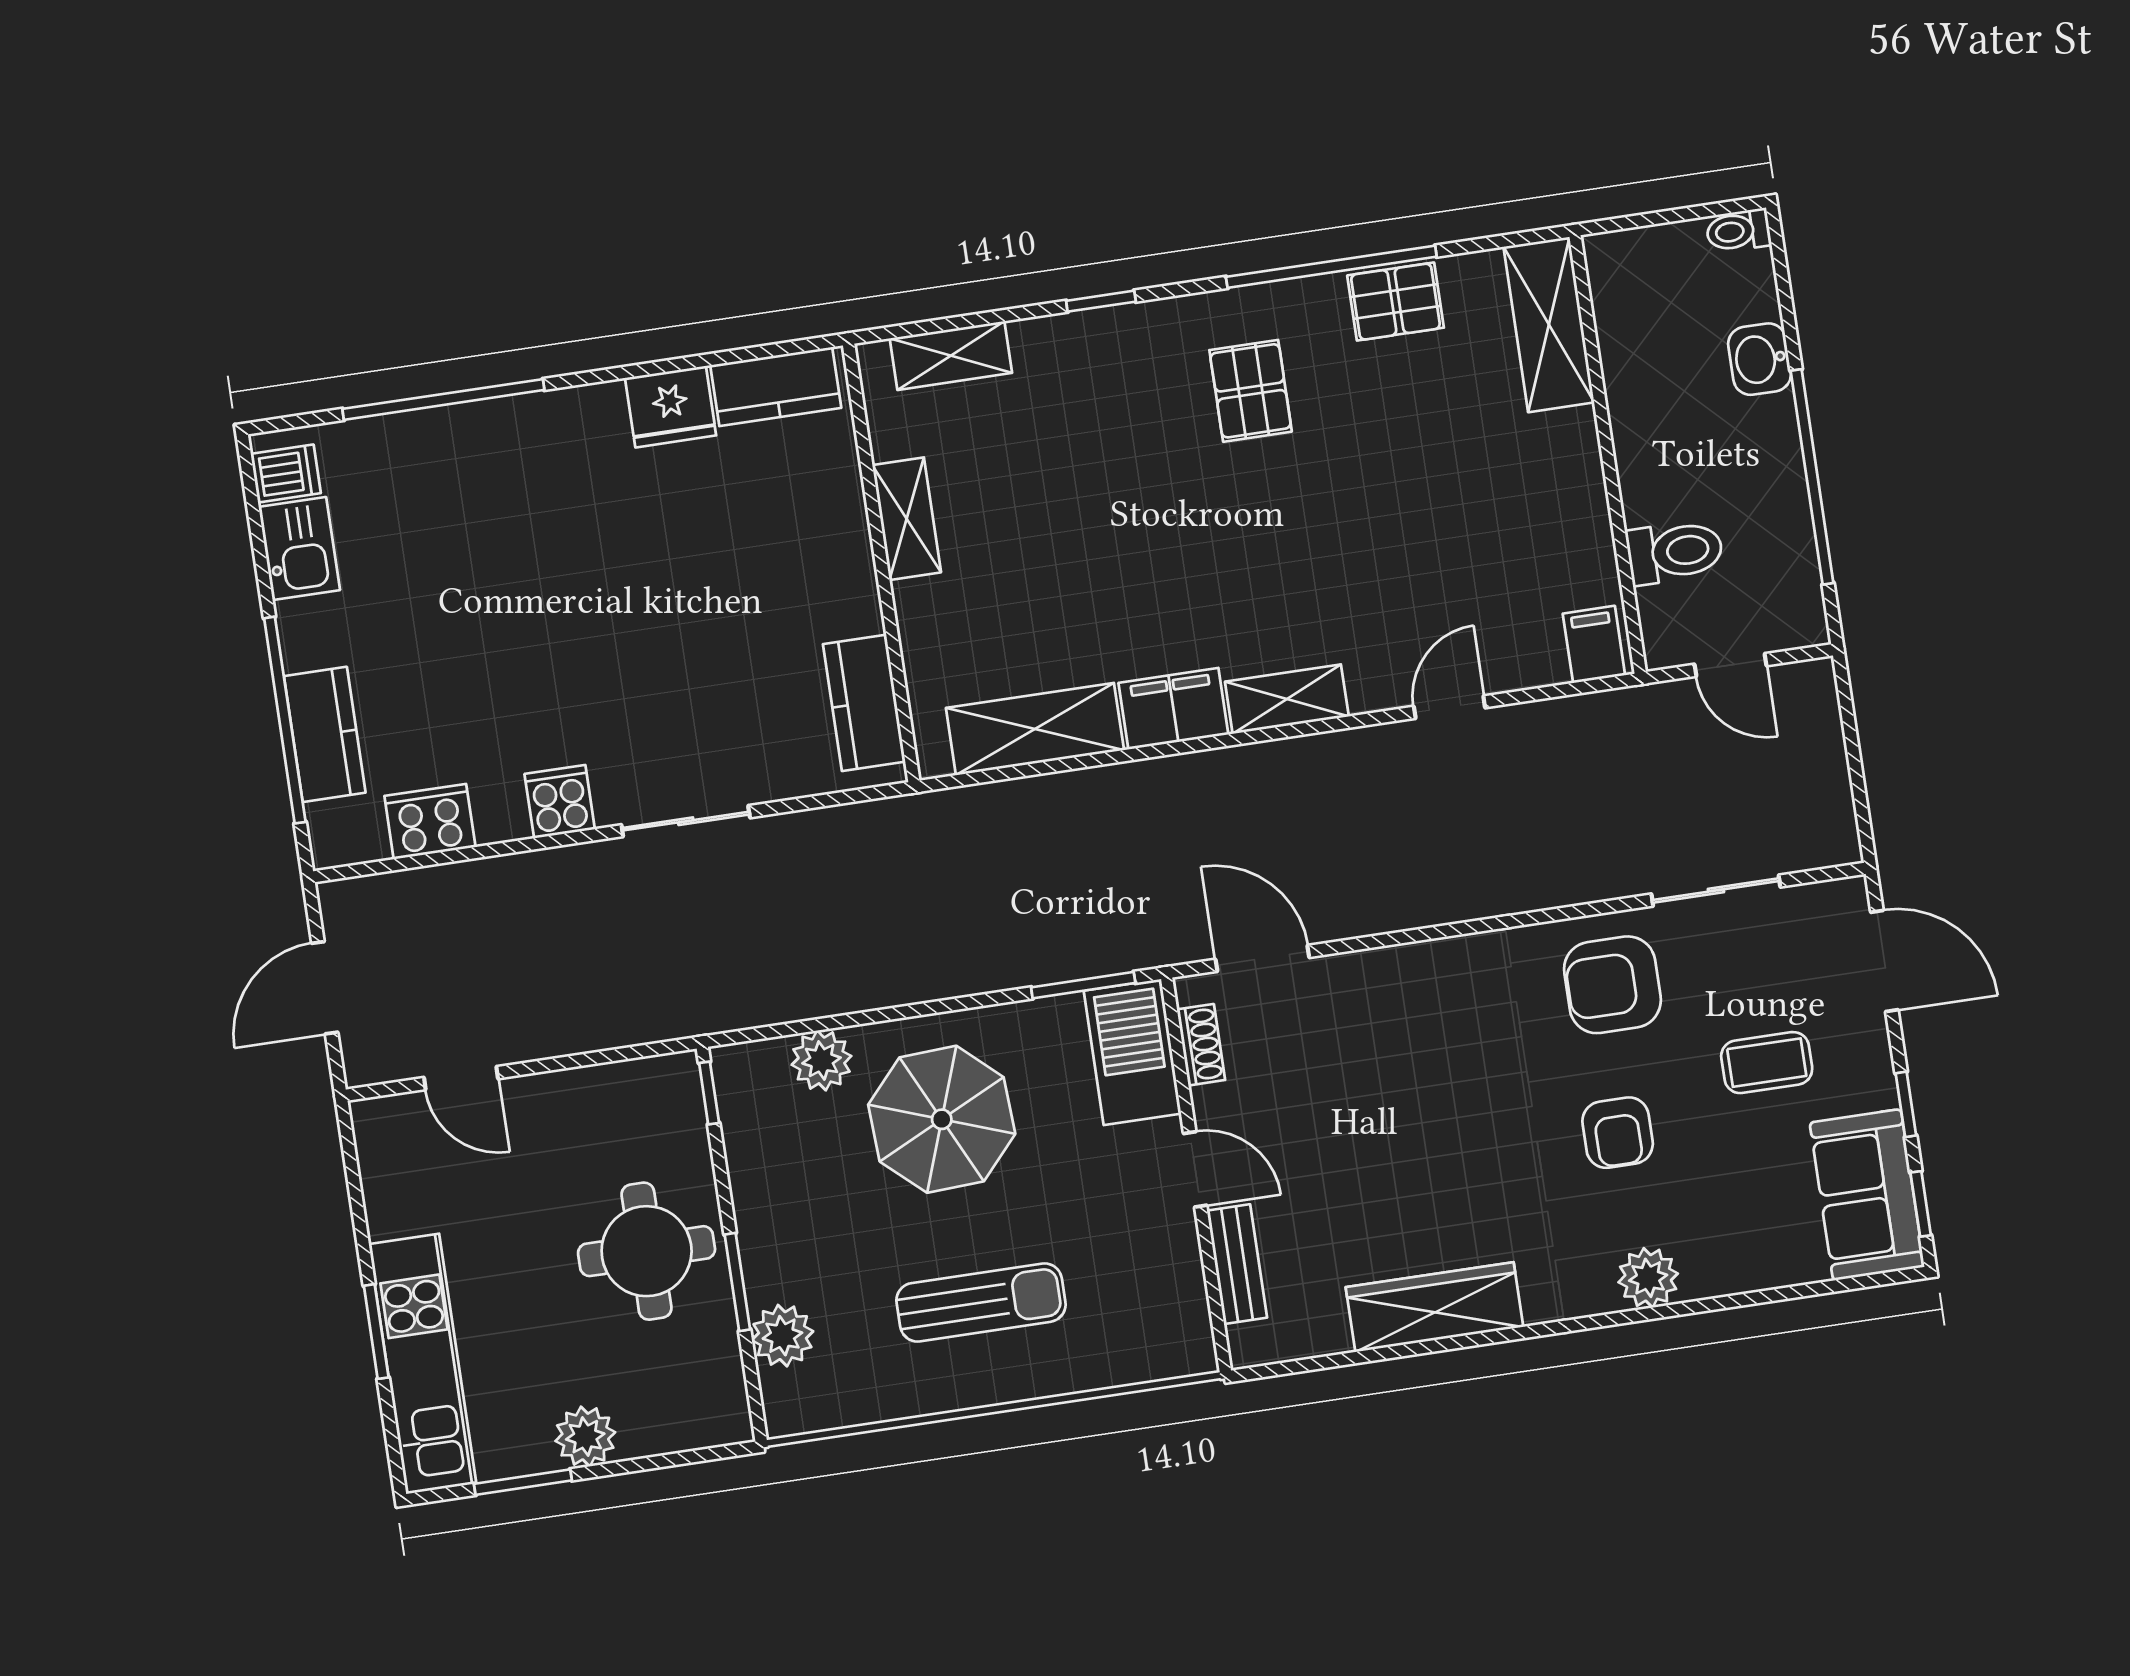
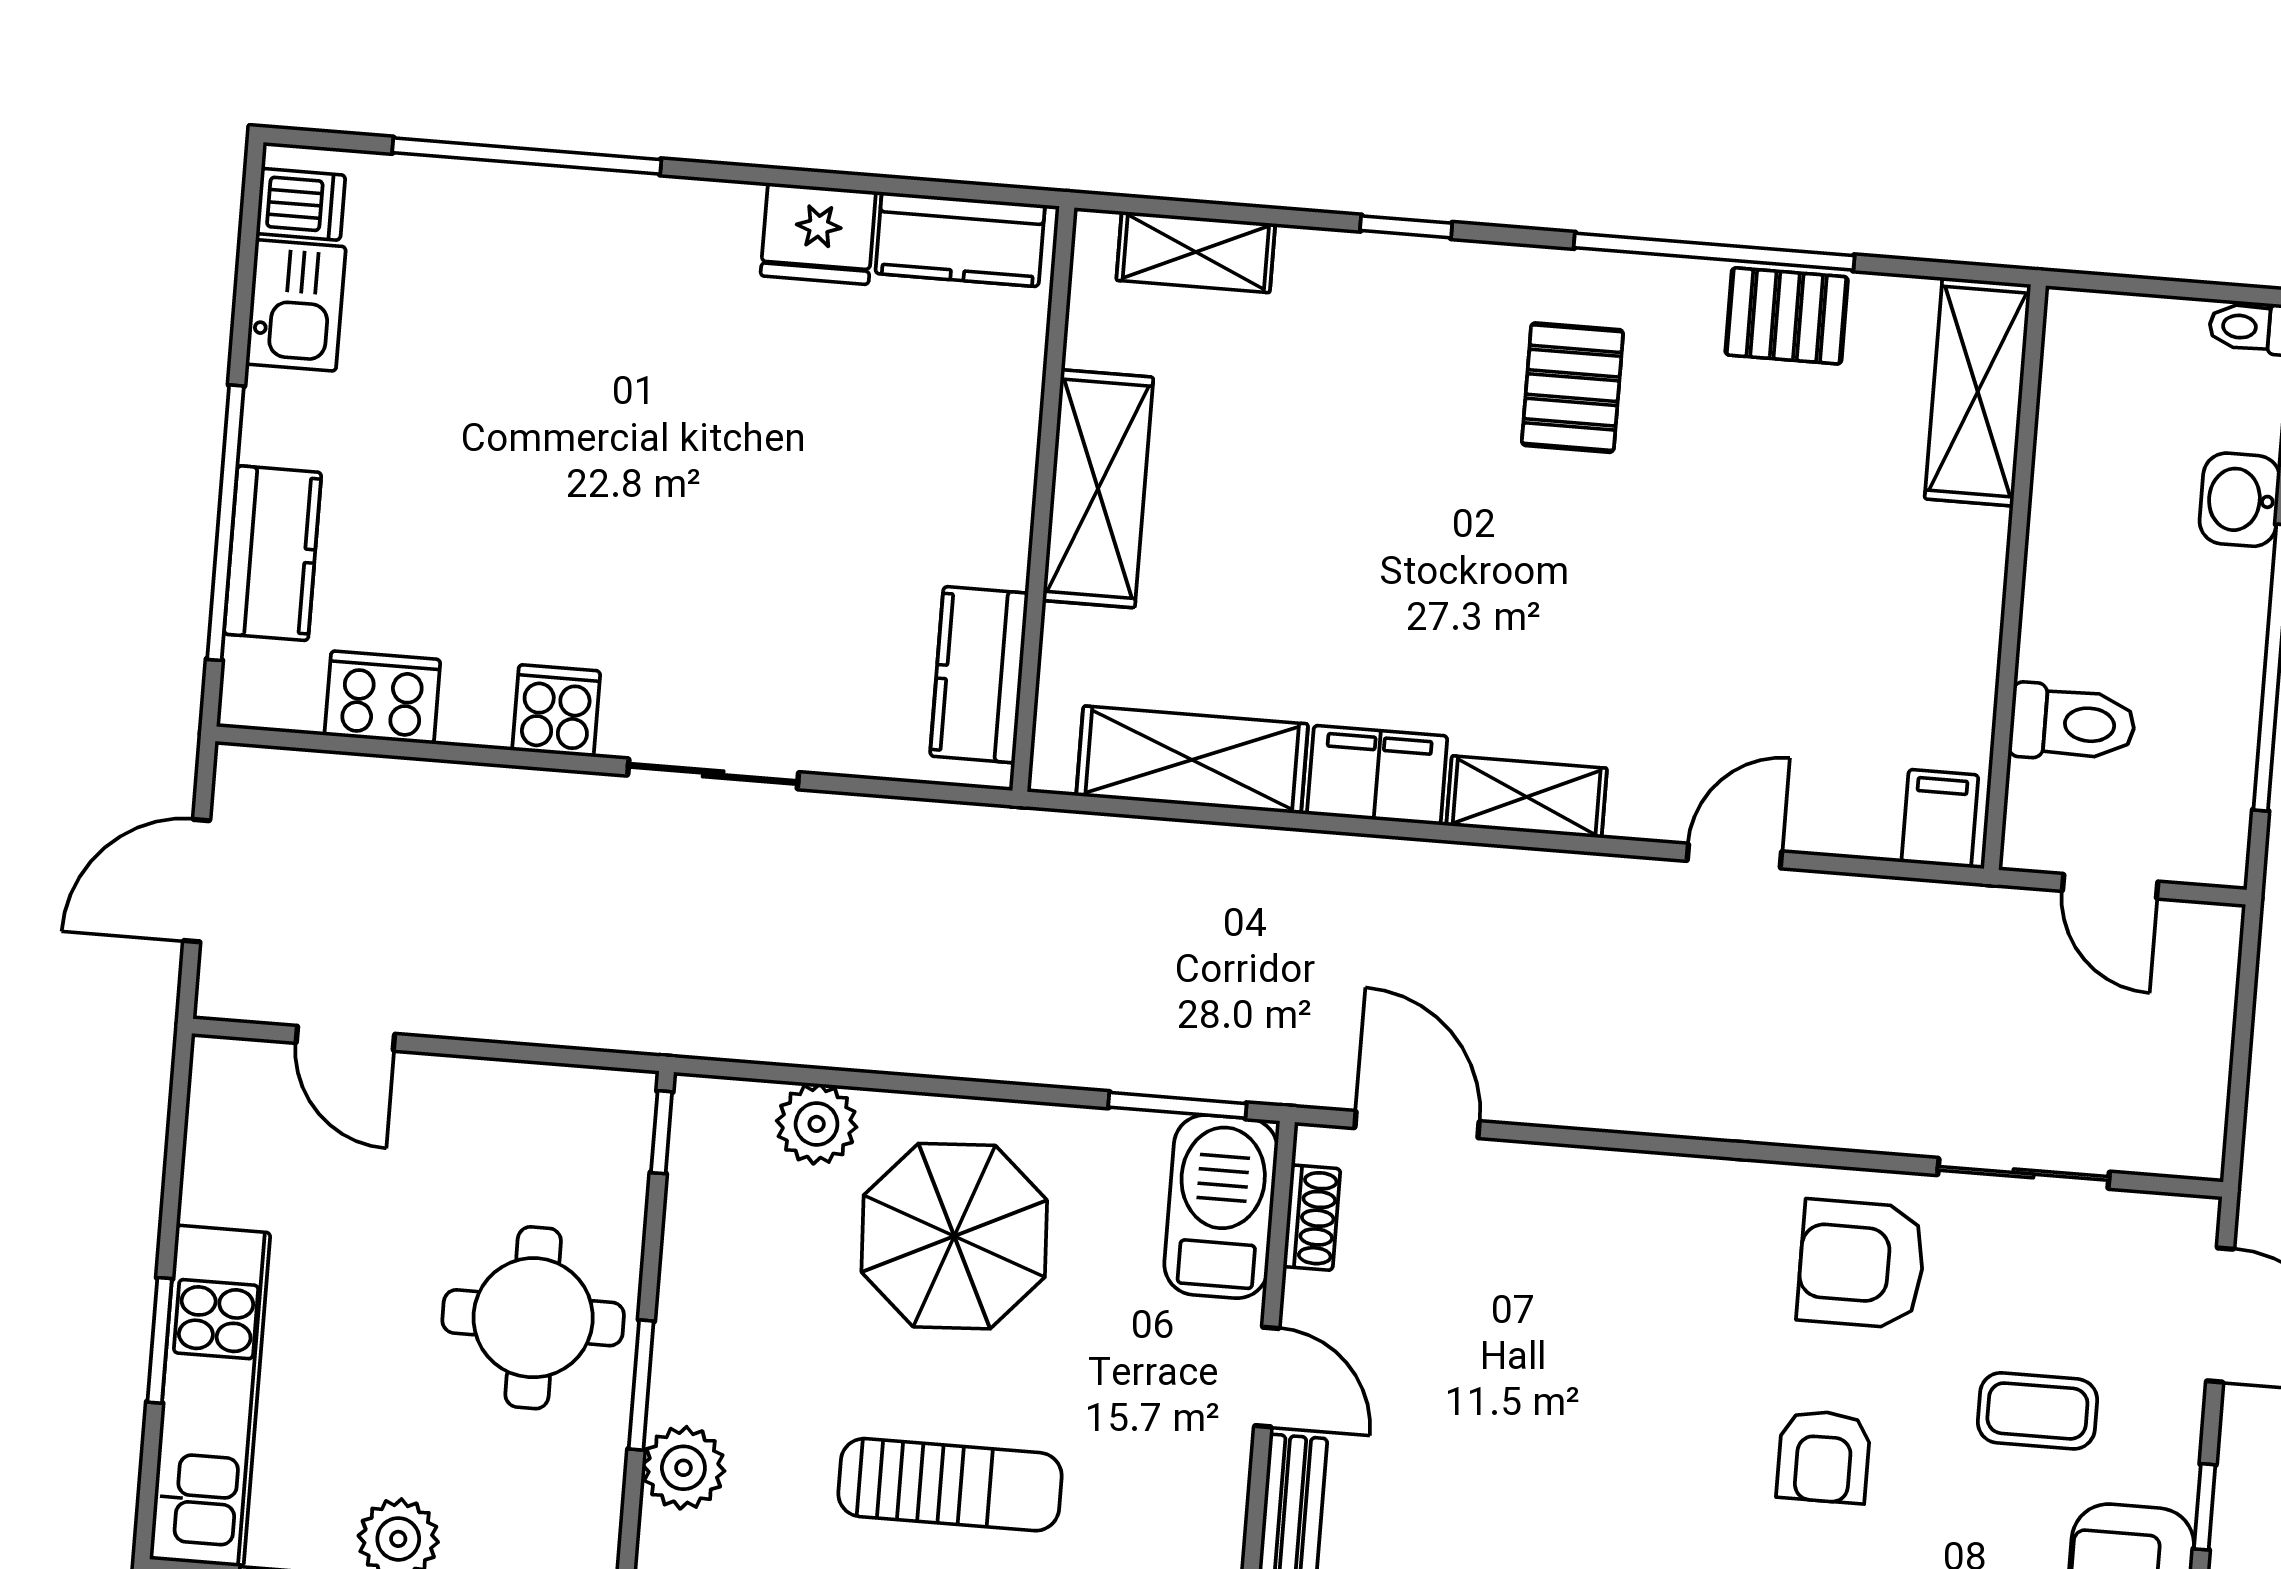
shelving: (907, 519) -> (1098, 489), width x1.50, depth x1.33

